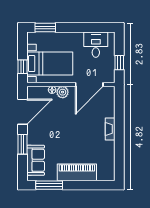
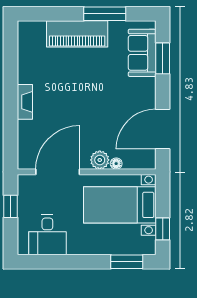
window: (22, 67) -> (163, 229), moved
window: (22, 144) -> (163, 58), moved
window: (49, 185) -> (105, 14), moved

